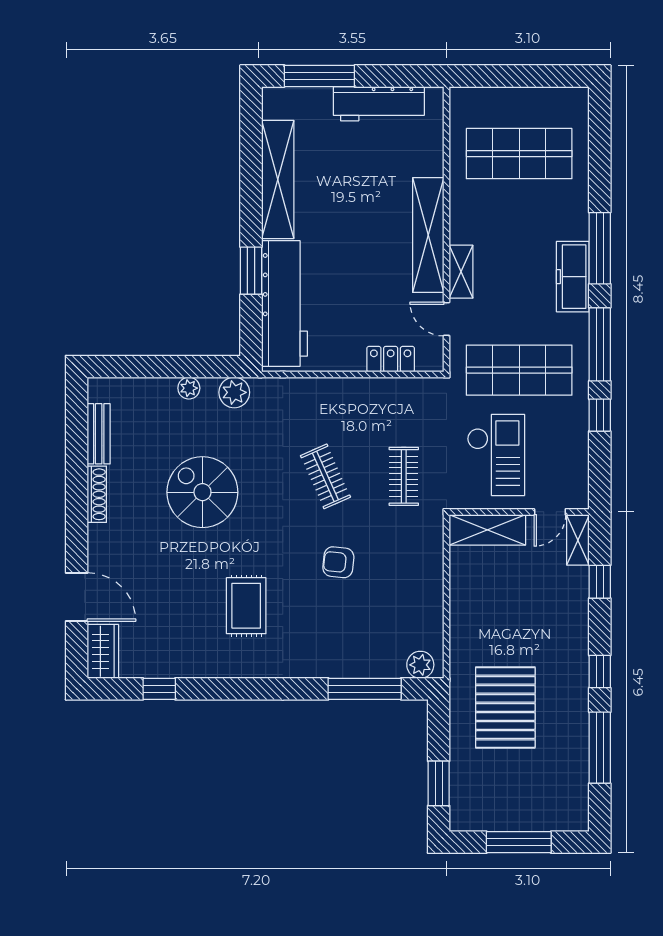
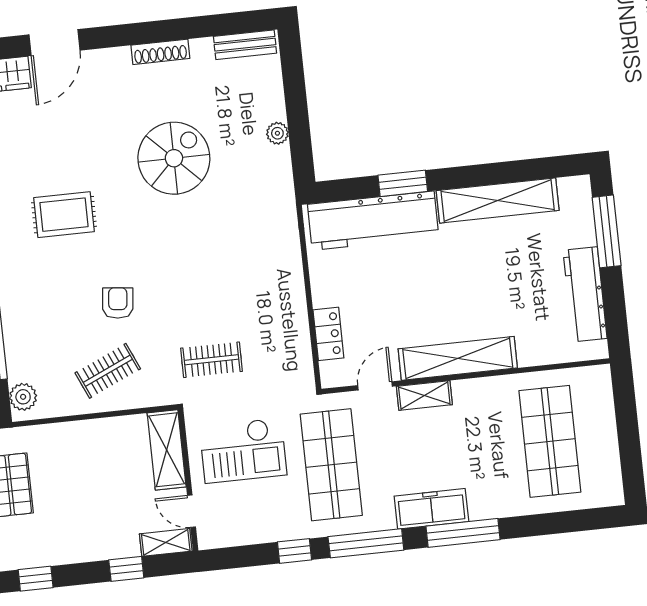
plant: (234, 392) -> (278, 180), removed
bench: (99, 434) -> (245, 45), moved
clothes rail: (325, 476) -> (108, 371), moved

